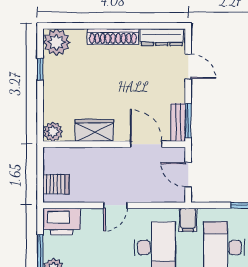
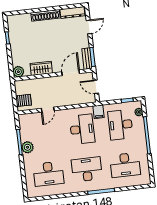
plant: (56, 42) -> (15, 22), removed
door: (188, 66) -> (89, 27), hinge flipped
door: (146, 144) -> (71, 73), hinge flipped
door: (115, 205) -> (48, 110), moved
printer: (62, 222) -> (29, 121), removed

